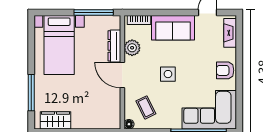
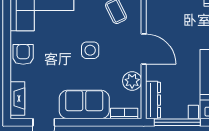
dresser: (114, 46) -> (153, 100), moved
armchair: (225, 70) -> (23, 54), turned -90

